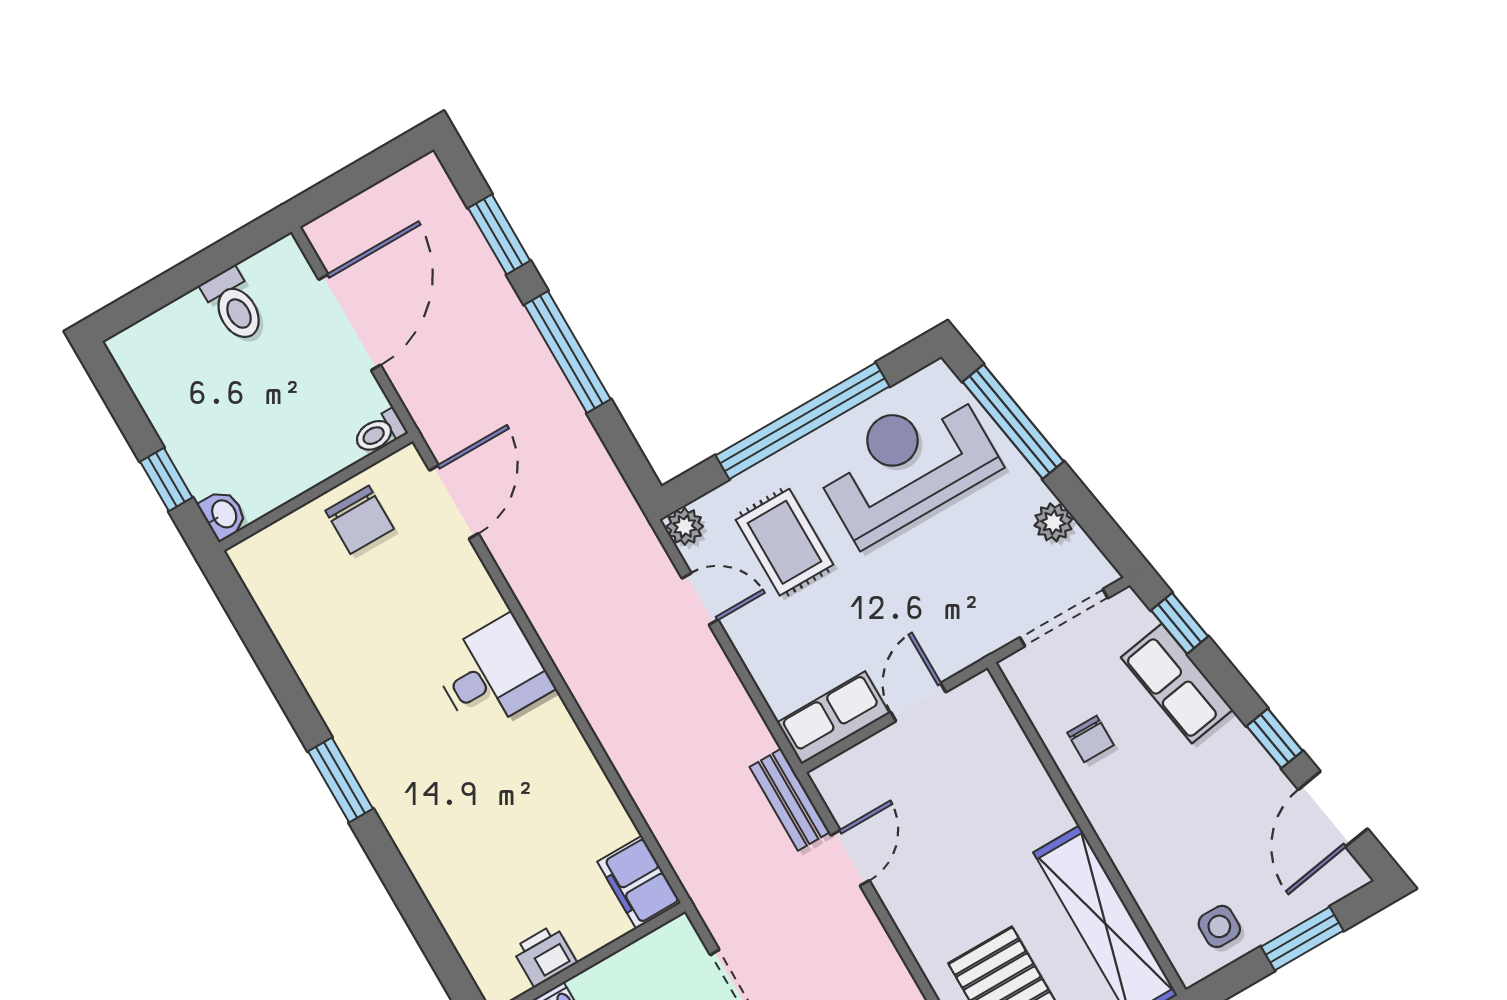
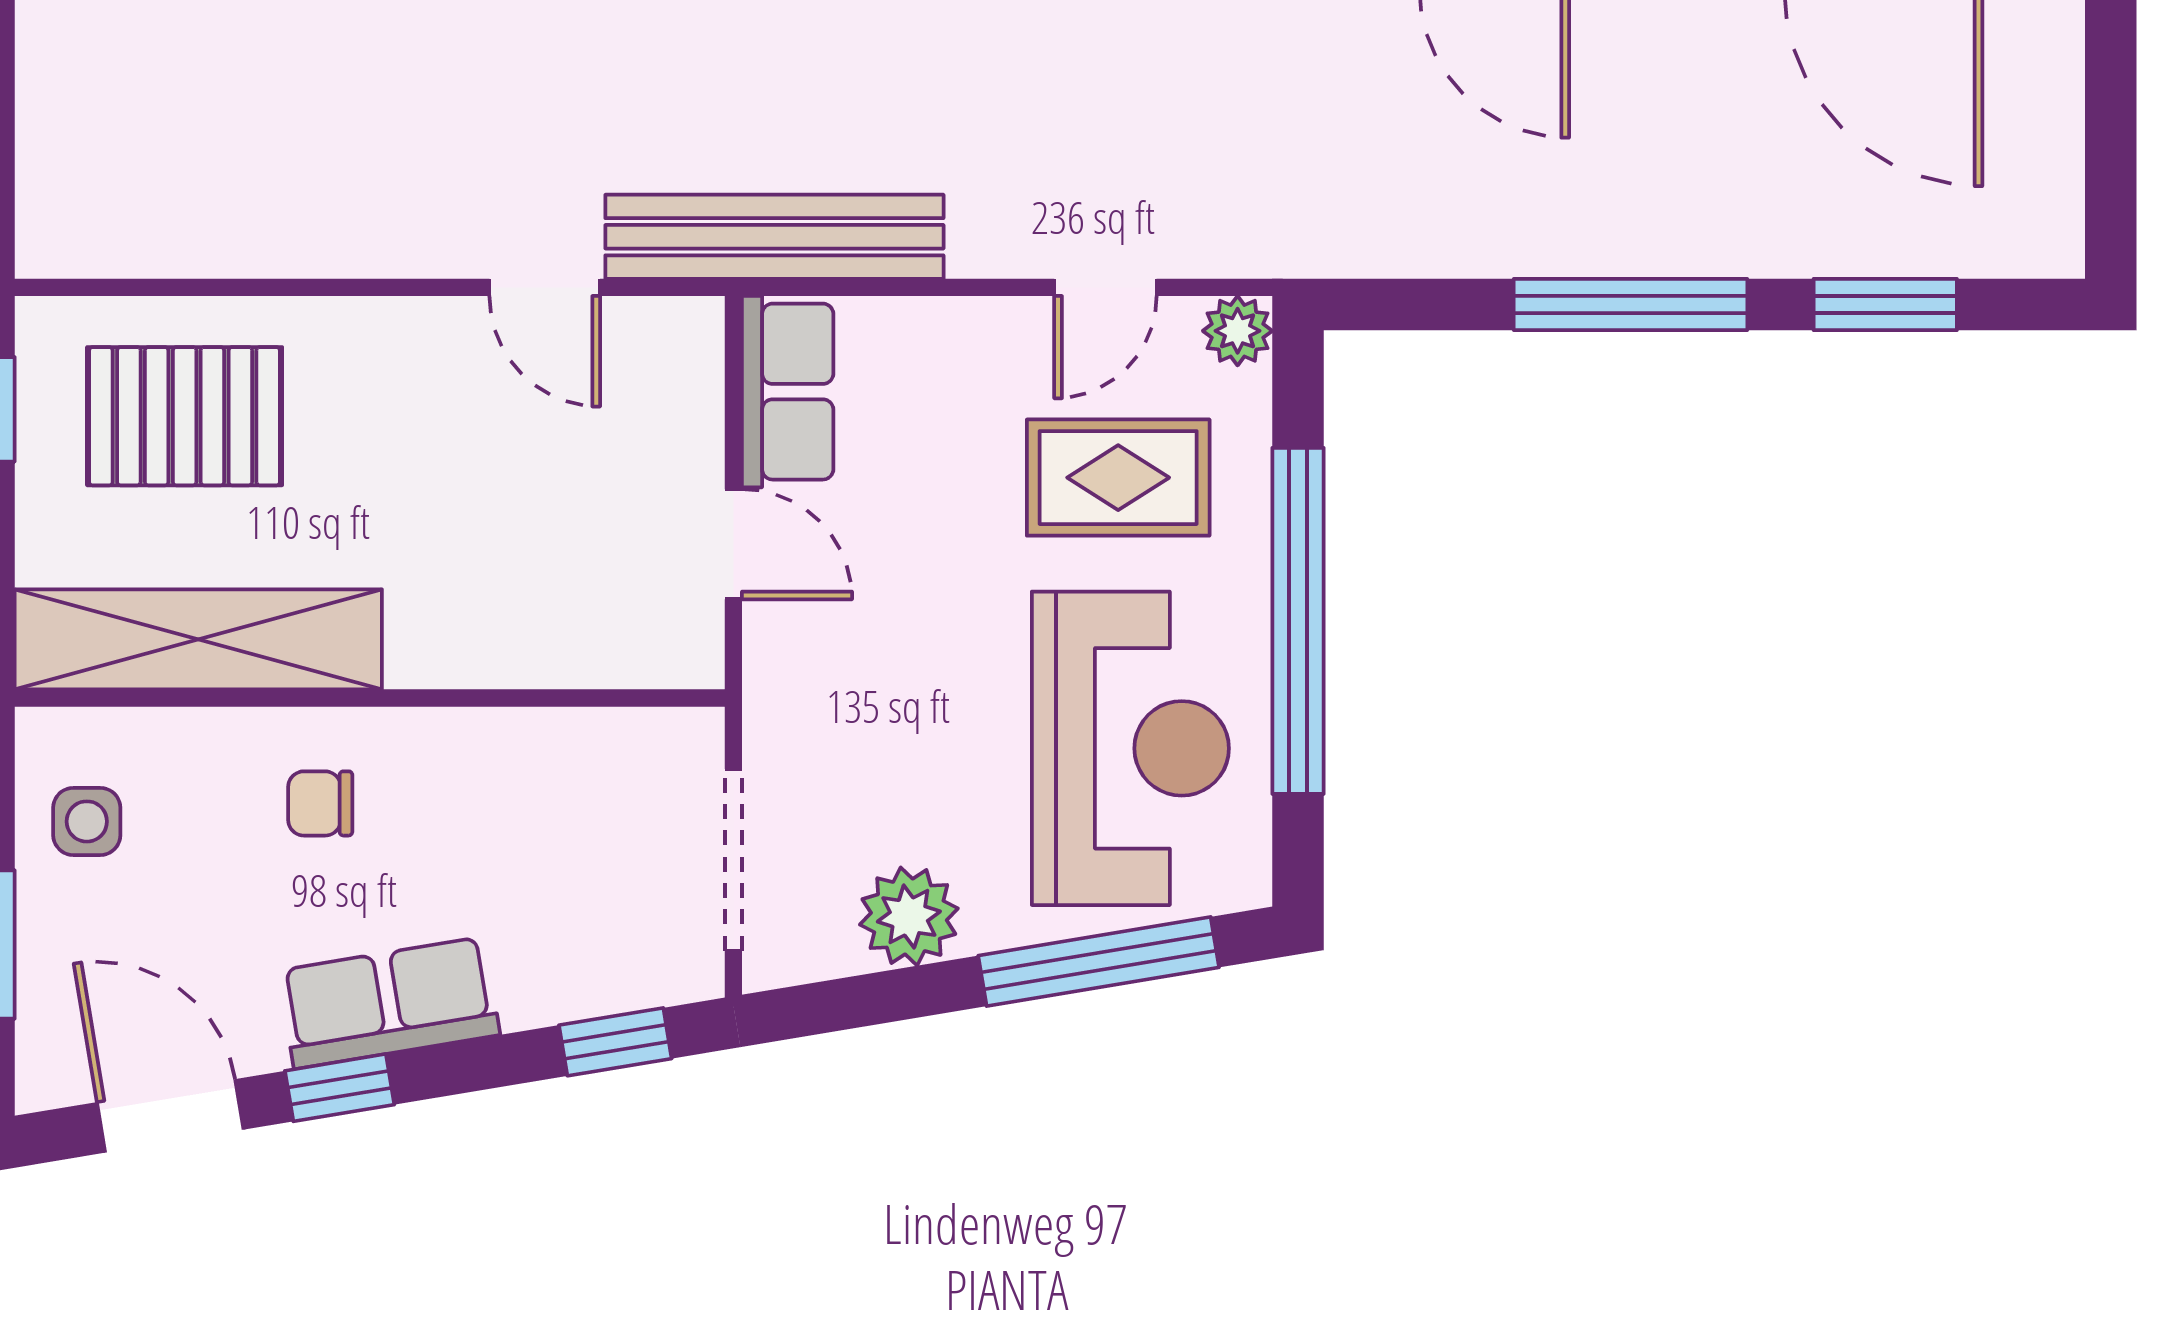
plant: (1053, 522) -> (909, 917), width x1.38, depth x1.38
row of seats: (1177, 684) -> (389, 1003), moved
chair: (1090, 739) -> (320, 803), moved
bench: (790, 800) -> (774, 237), width x1.86, depth x1.21

